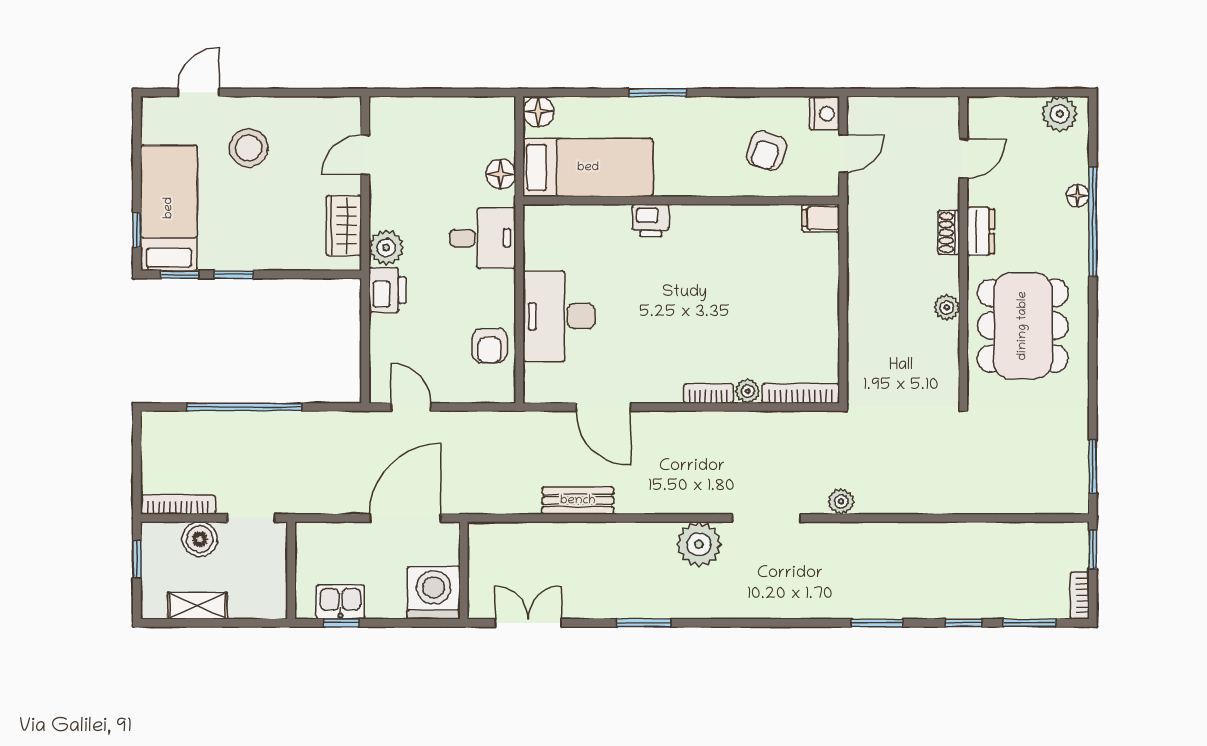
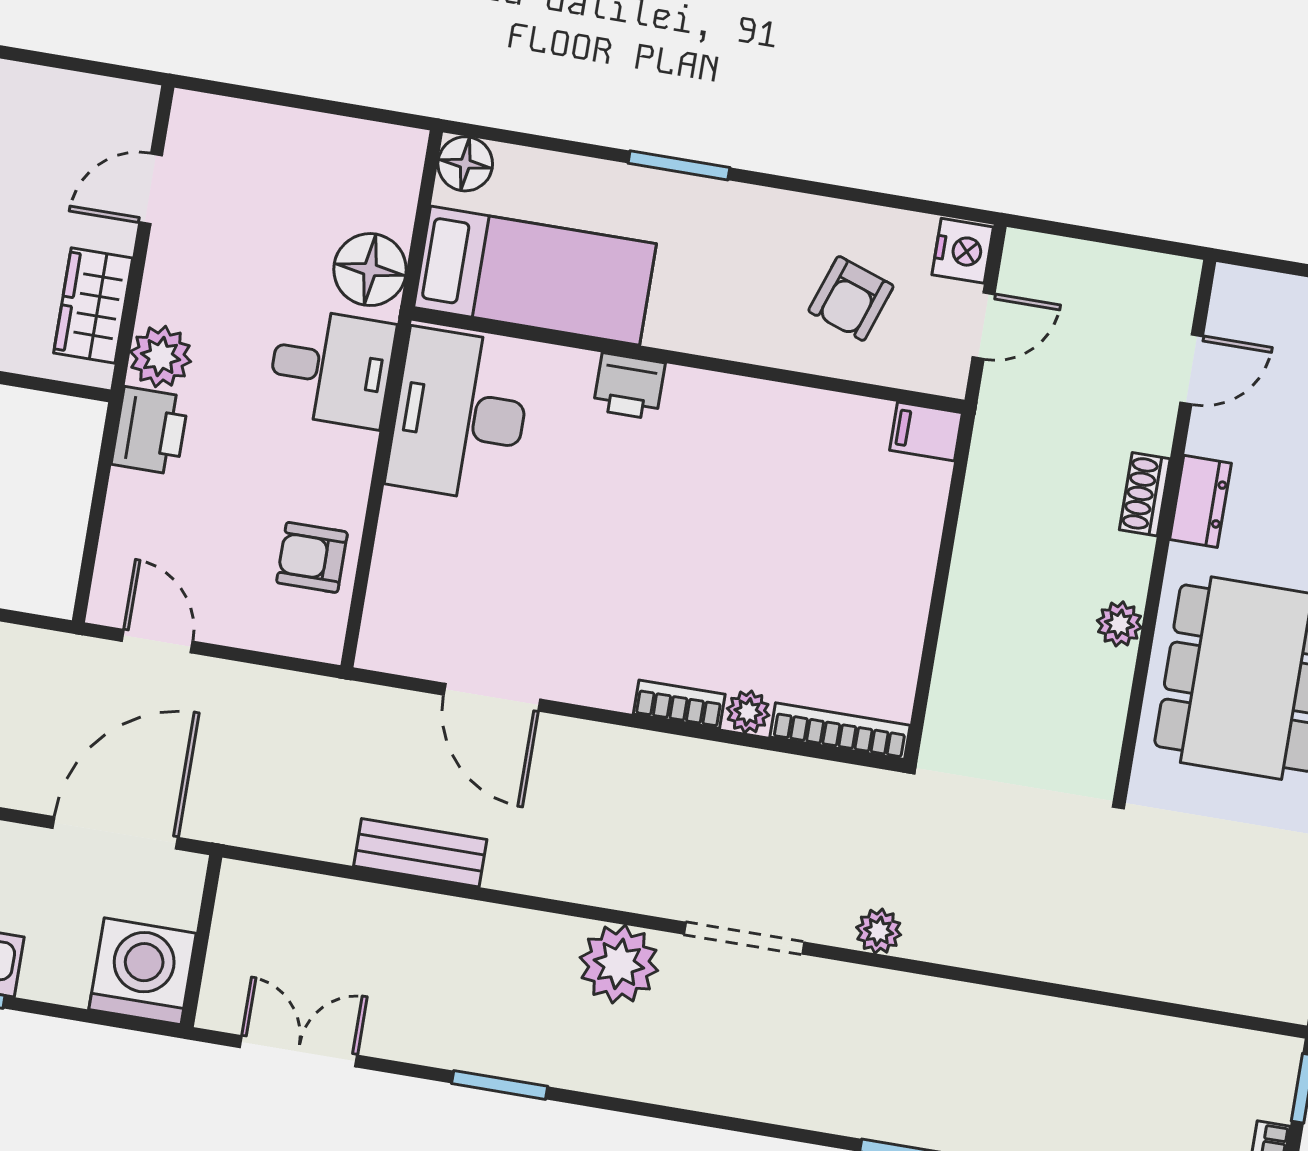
floor lamp: (501, 174) -> (370, 270), width x1.38, depth x1.38
desk: (559, 316) -> (460, 415), moved
armchair: (490, 346) -> (312, 557), turned 90

